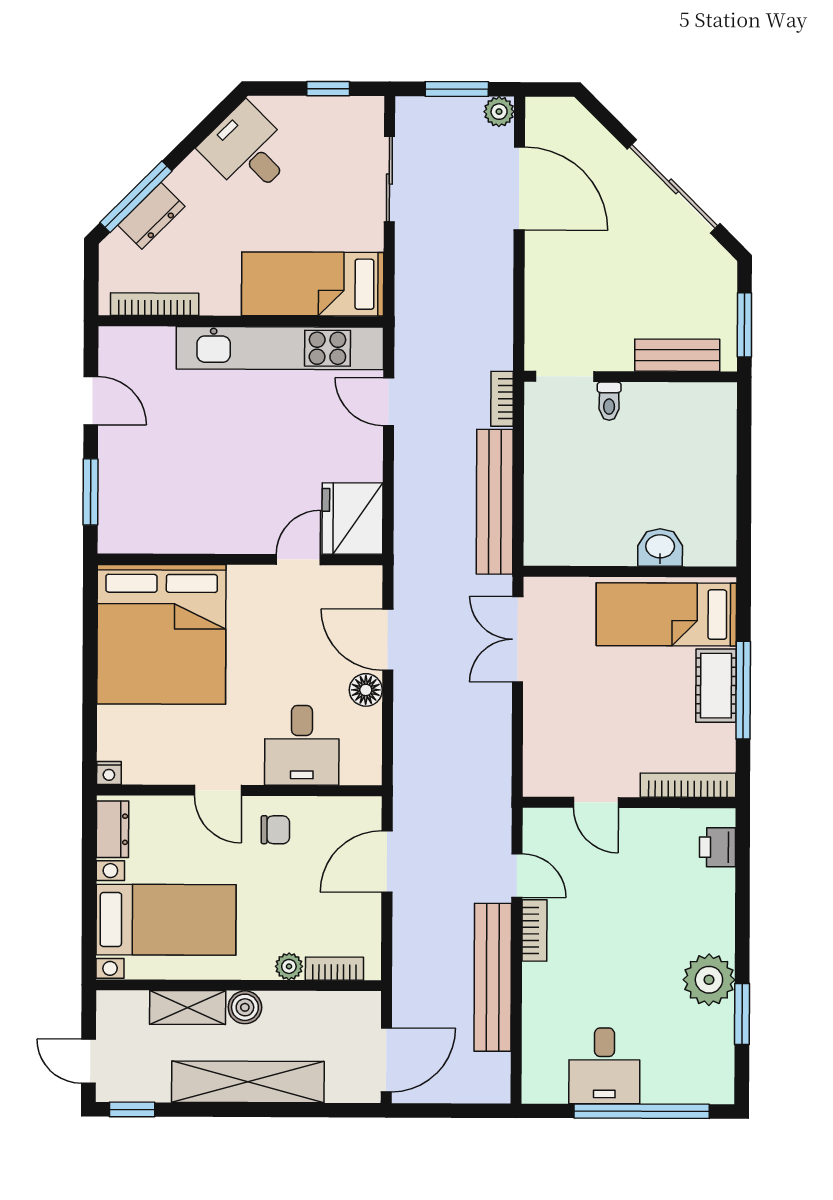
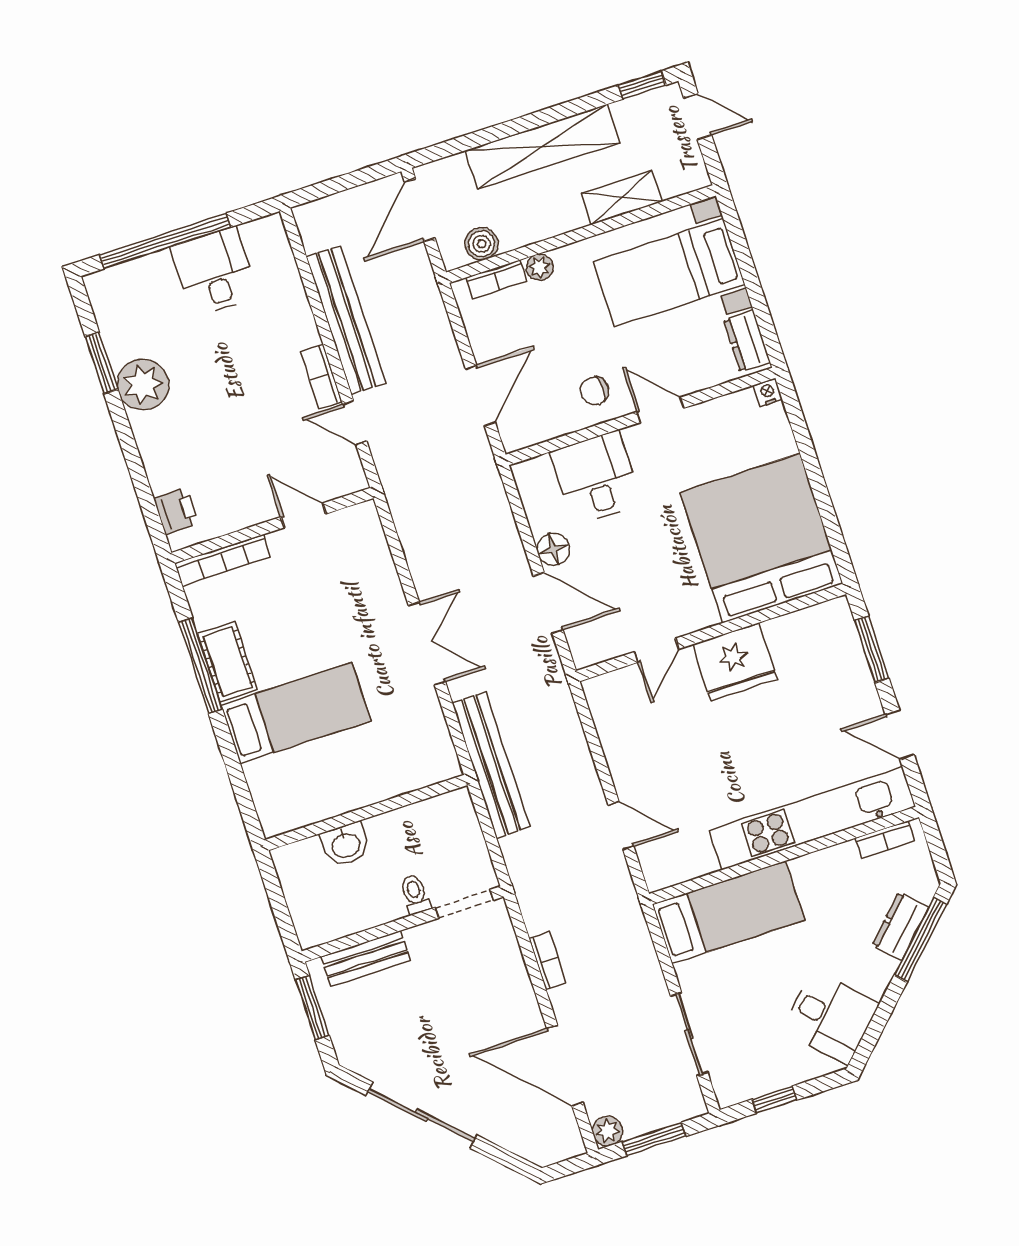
bookcase: (155, 304) -> (885, 840), width x0.64
kitchen unit: (280, 348) -> (812, 818), moved
bookcase: (502, 399) -> (548, 961), moved
fridge: (352, 519) -> (735, 662), moved, turned 90
washbasin: (660, 547) -> (345, 844), moved
wall: (630, 572) -> (366, 813), moved
boiler: (245, 1007) -> (482, 244), moved

